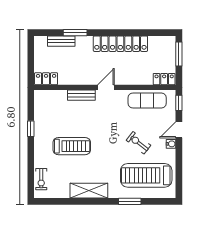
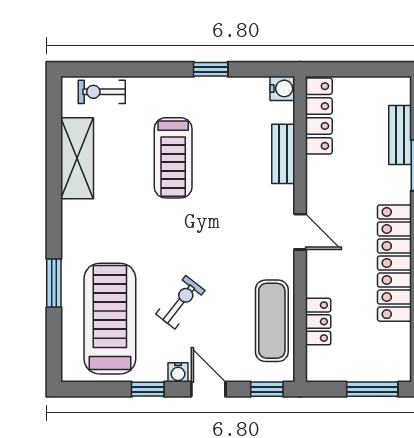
locker: (46, 79) -> (319, 116), width x1.53
locker: (164, 79) -> (318, 322), moved
bench: (81, 95) -> (283, 154), moved
water cooler: (40, 96) -> (282, 88), added
window: (179, 158) -> (148, 389), added
shelving: (89, 191) -> (77, 158), moved

